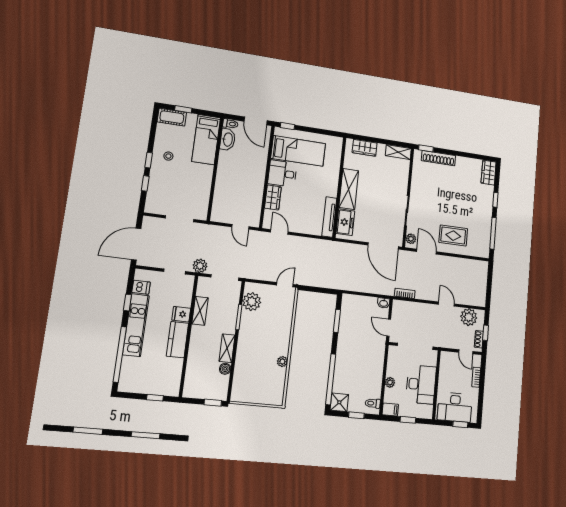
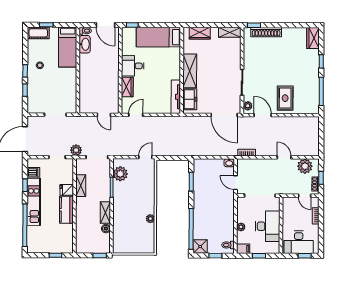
bed: (298, 151) -> (158, 37), moved, turned 180
door: (279, 232) -> (136, 115), hinge flipped
rug: (453, 236) -> (285, 98), turned 90

